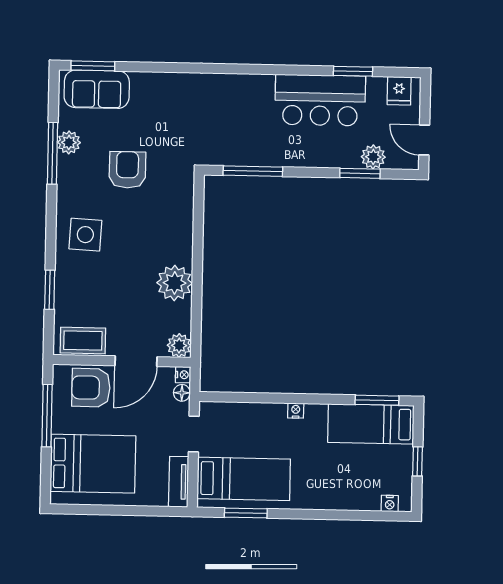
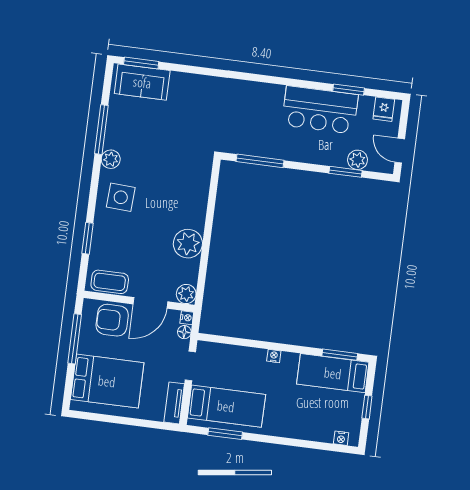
plant: (69, 142) -> (111, 159), moved
armchair: (127, 170) -> (160, 149), removed

